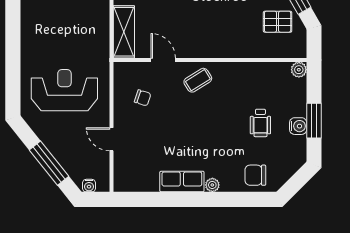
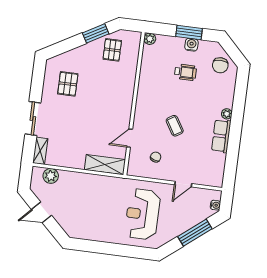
coffee table: (198, 80) -> (175, 126), moved
chair: (255, 175) -> (220, 65), moved

